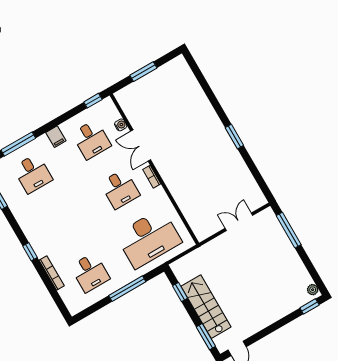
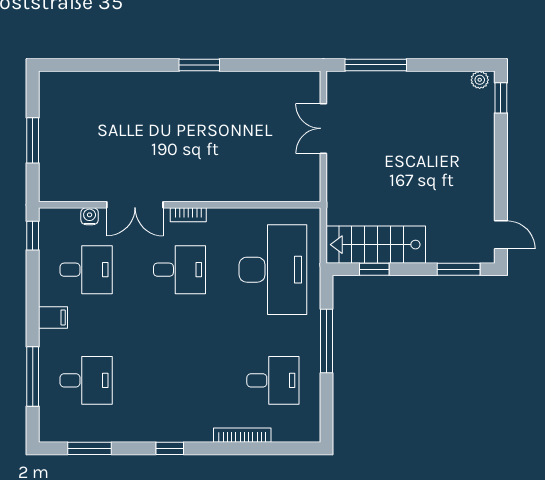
window: (30, 252) -> (170, 448), moved
stairs: (206, 307) -> (376, 245), moved

